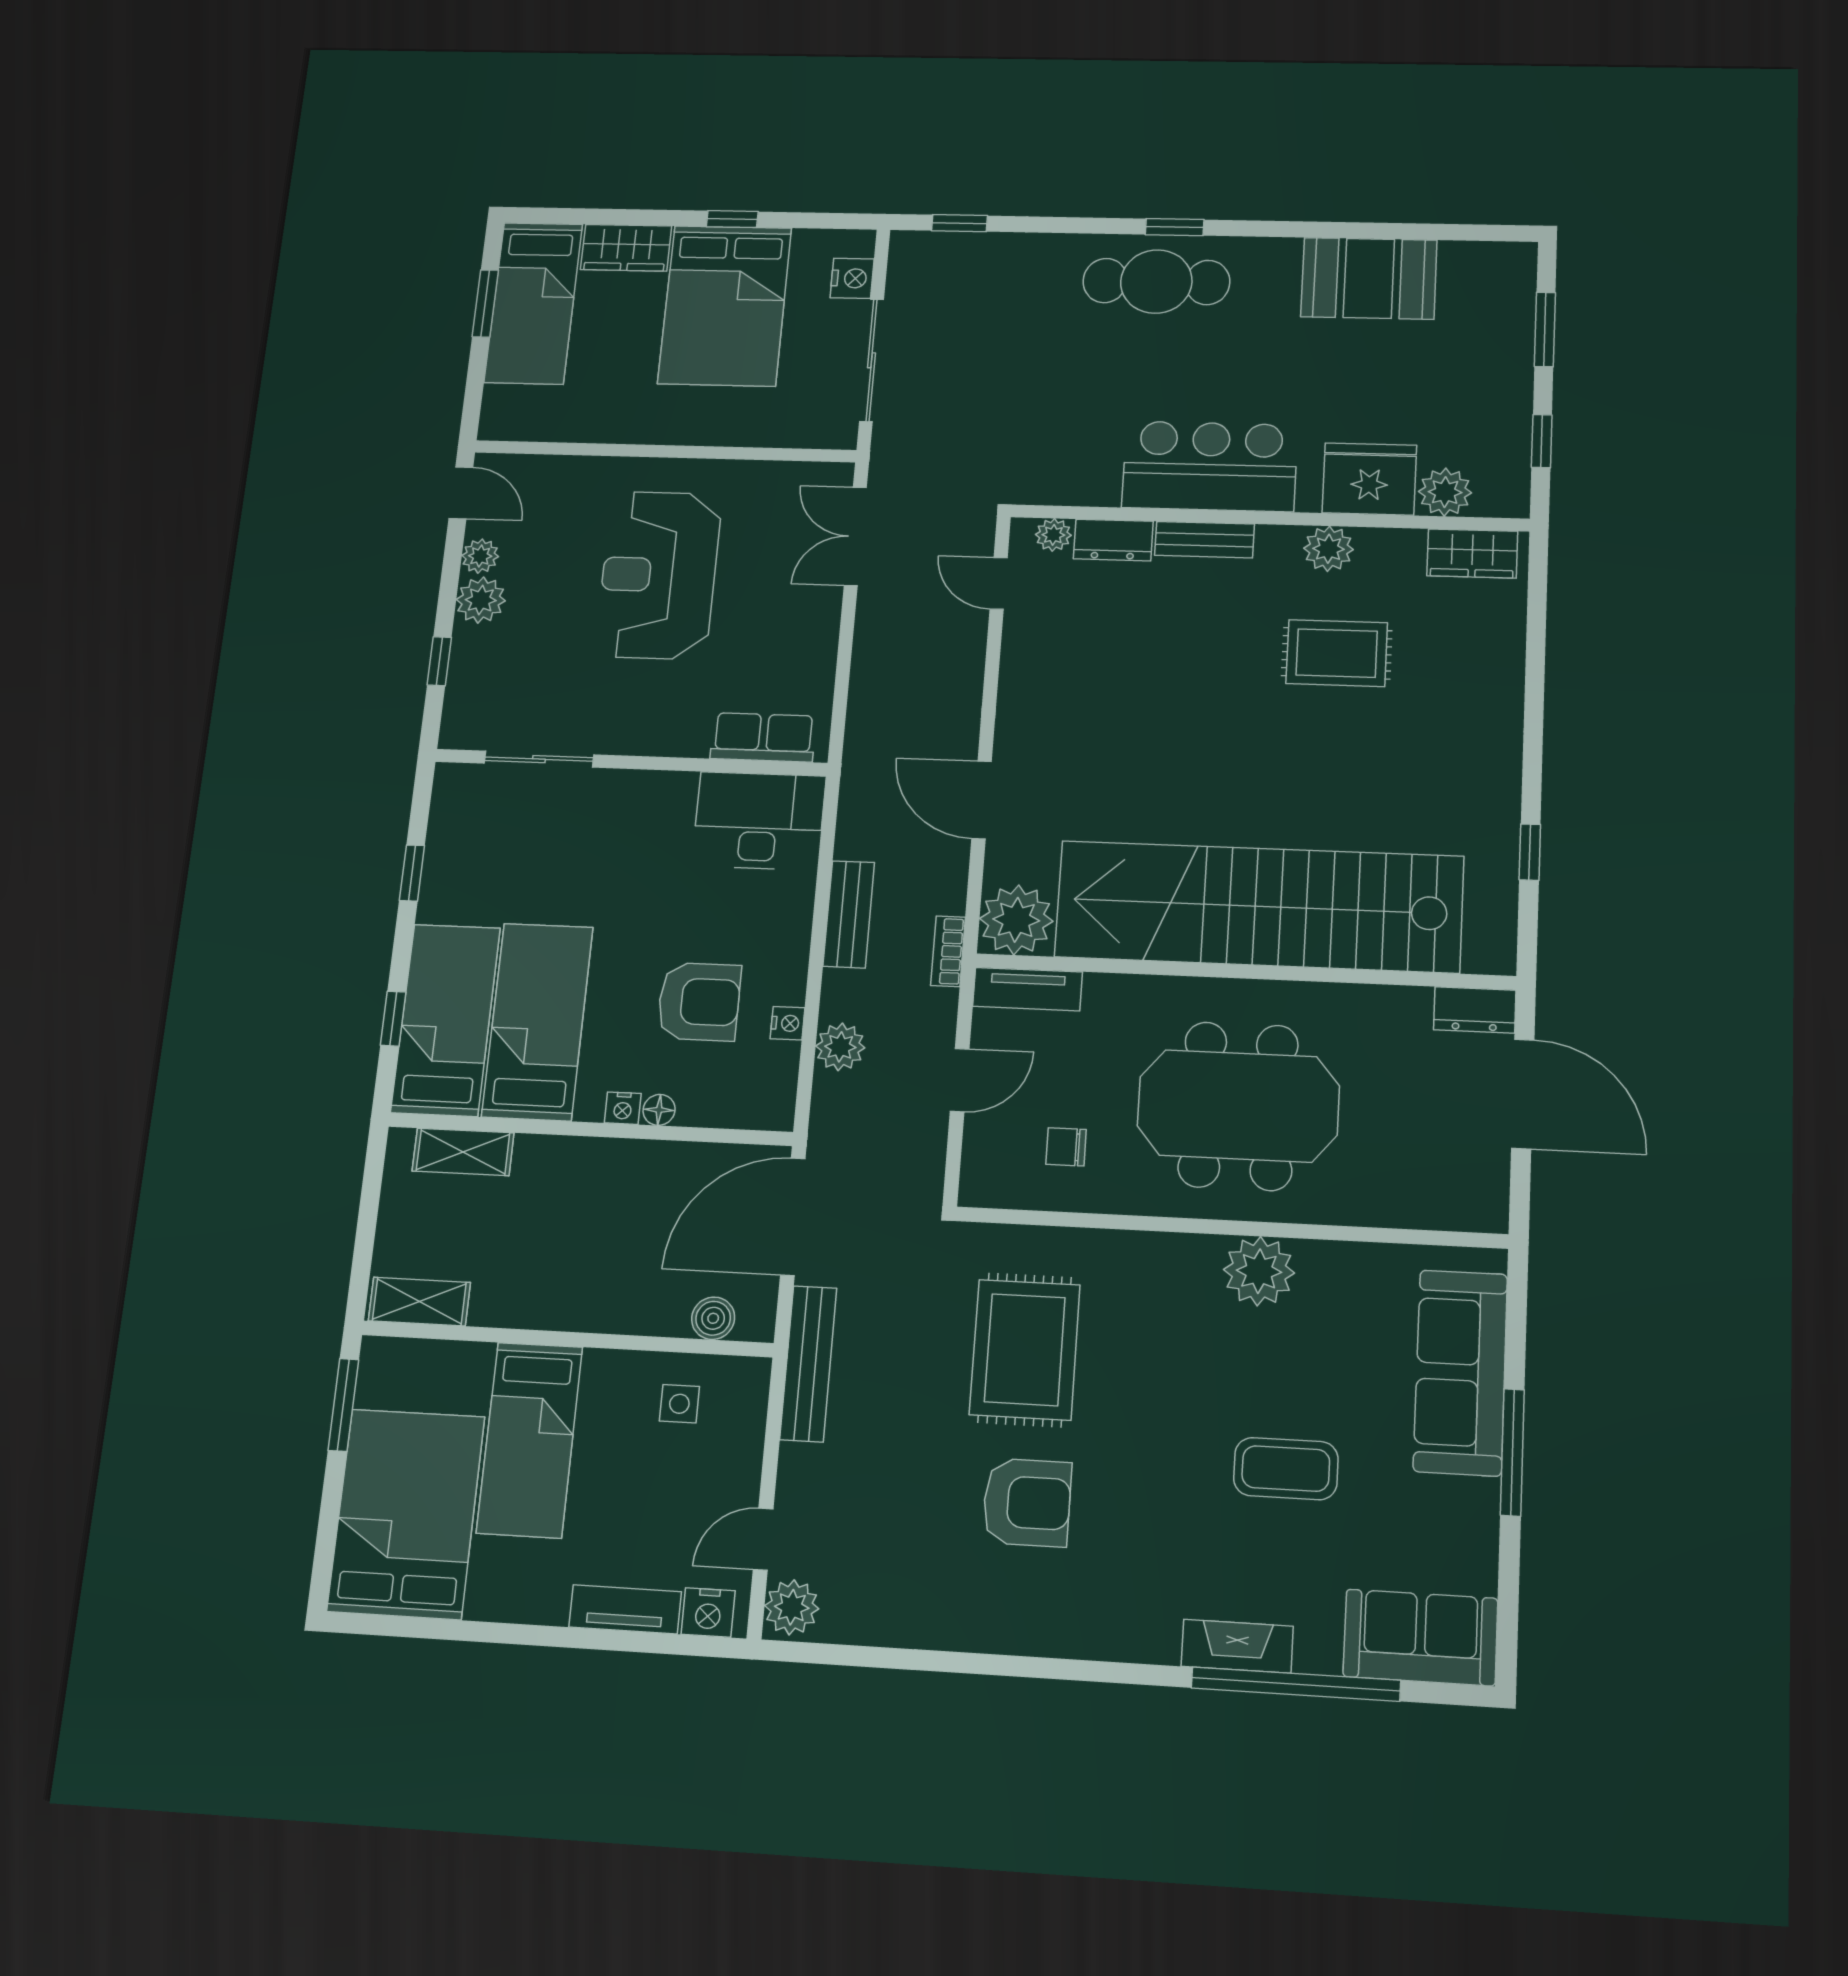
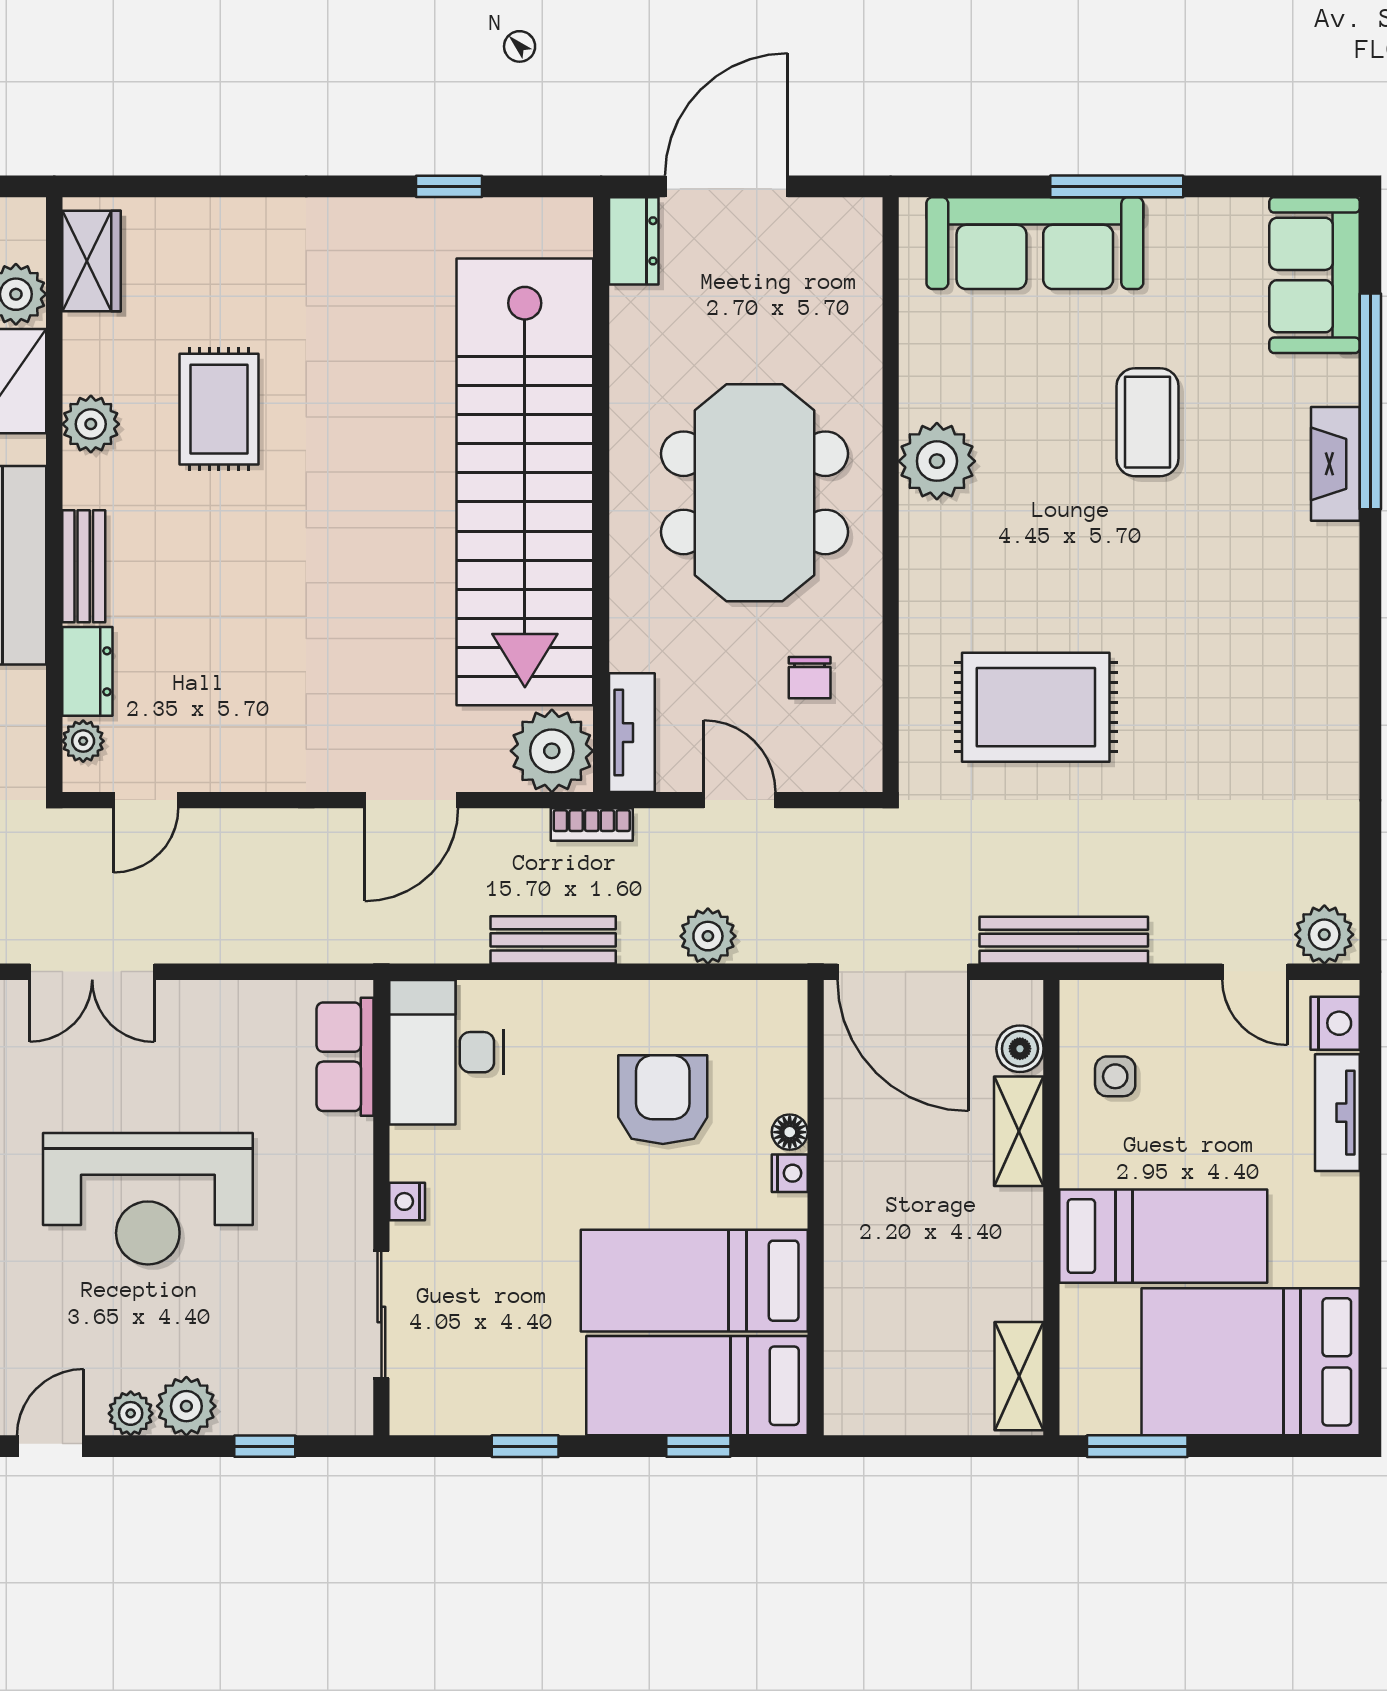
nightstand: (788, 1023) -> (407, 1201), moved, turned -90
shelving: (463, 1152) -> (1019, 1131), moved
armchair: (1027, 1502) -> (1199, 694), removed

